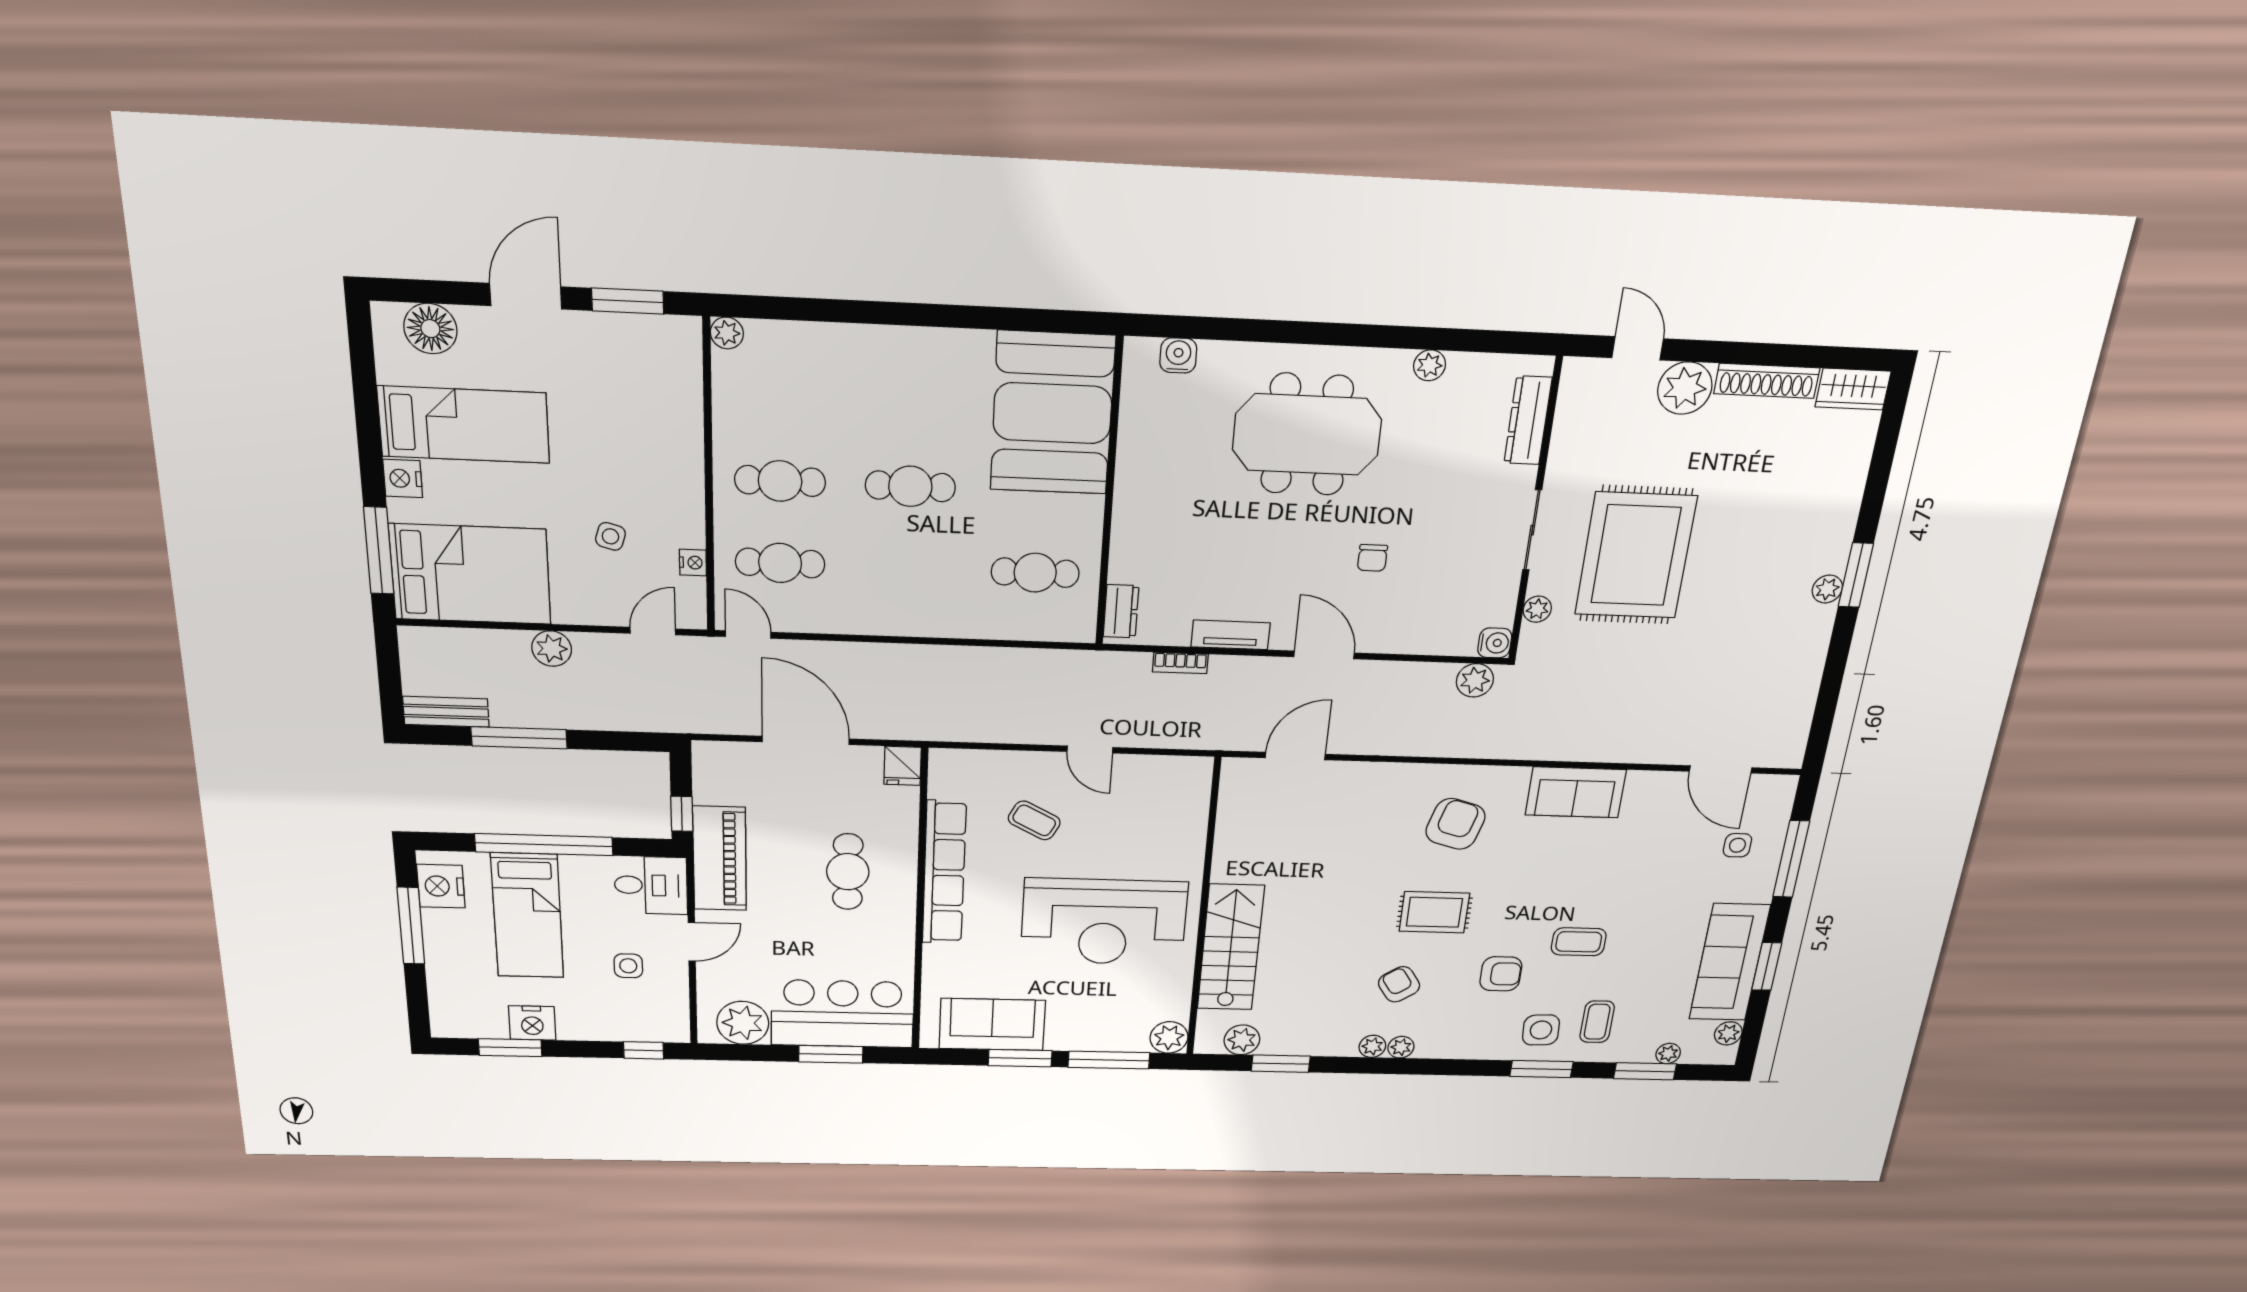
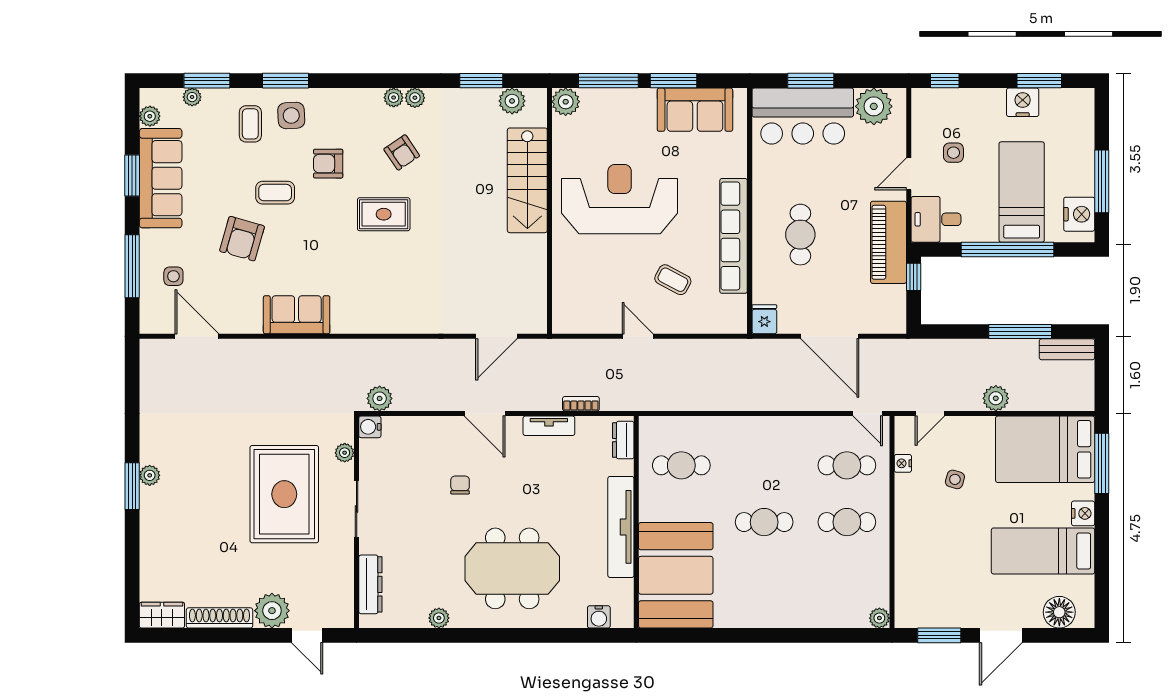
tv unit: (1133, 488) -> (621, 527), added
armchair: (1455, 824) -> (242, 239), moved

